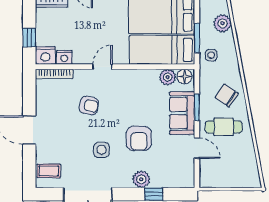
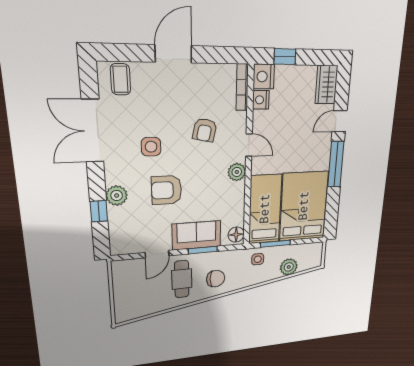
plant: (168, 77) -> (237, 172), moved
chair: (227, 95) -> (216, 279), turned 55

